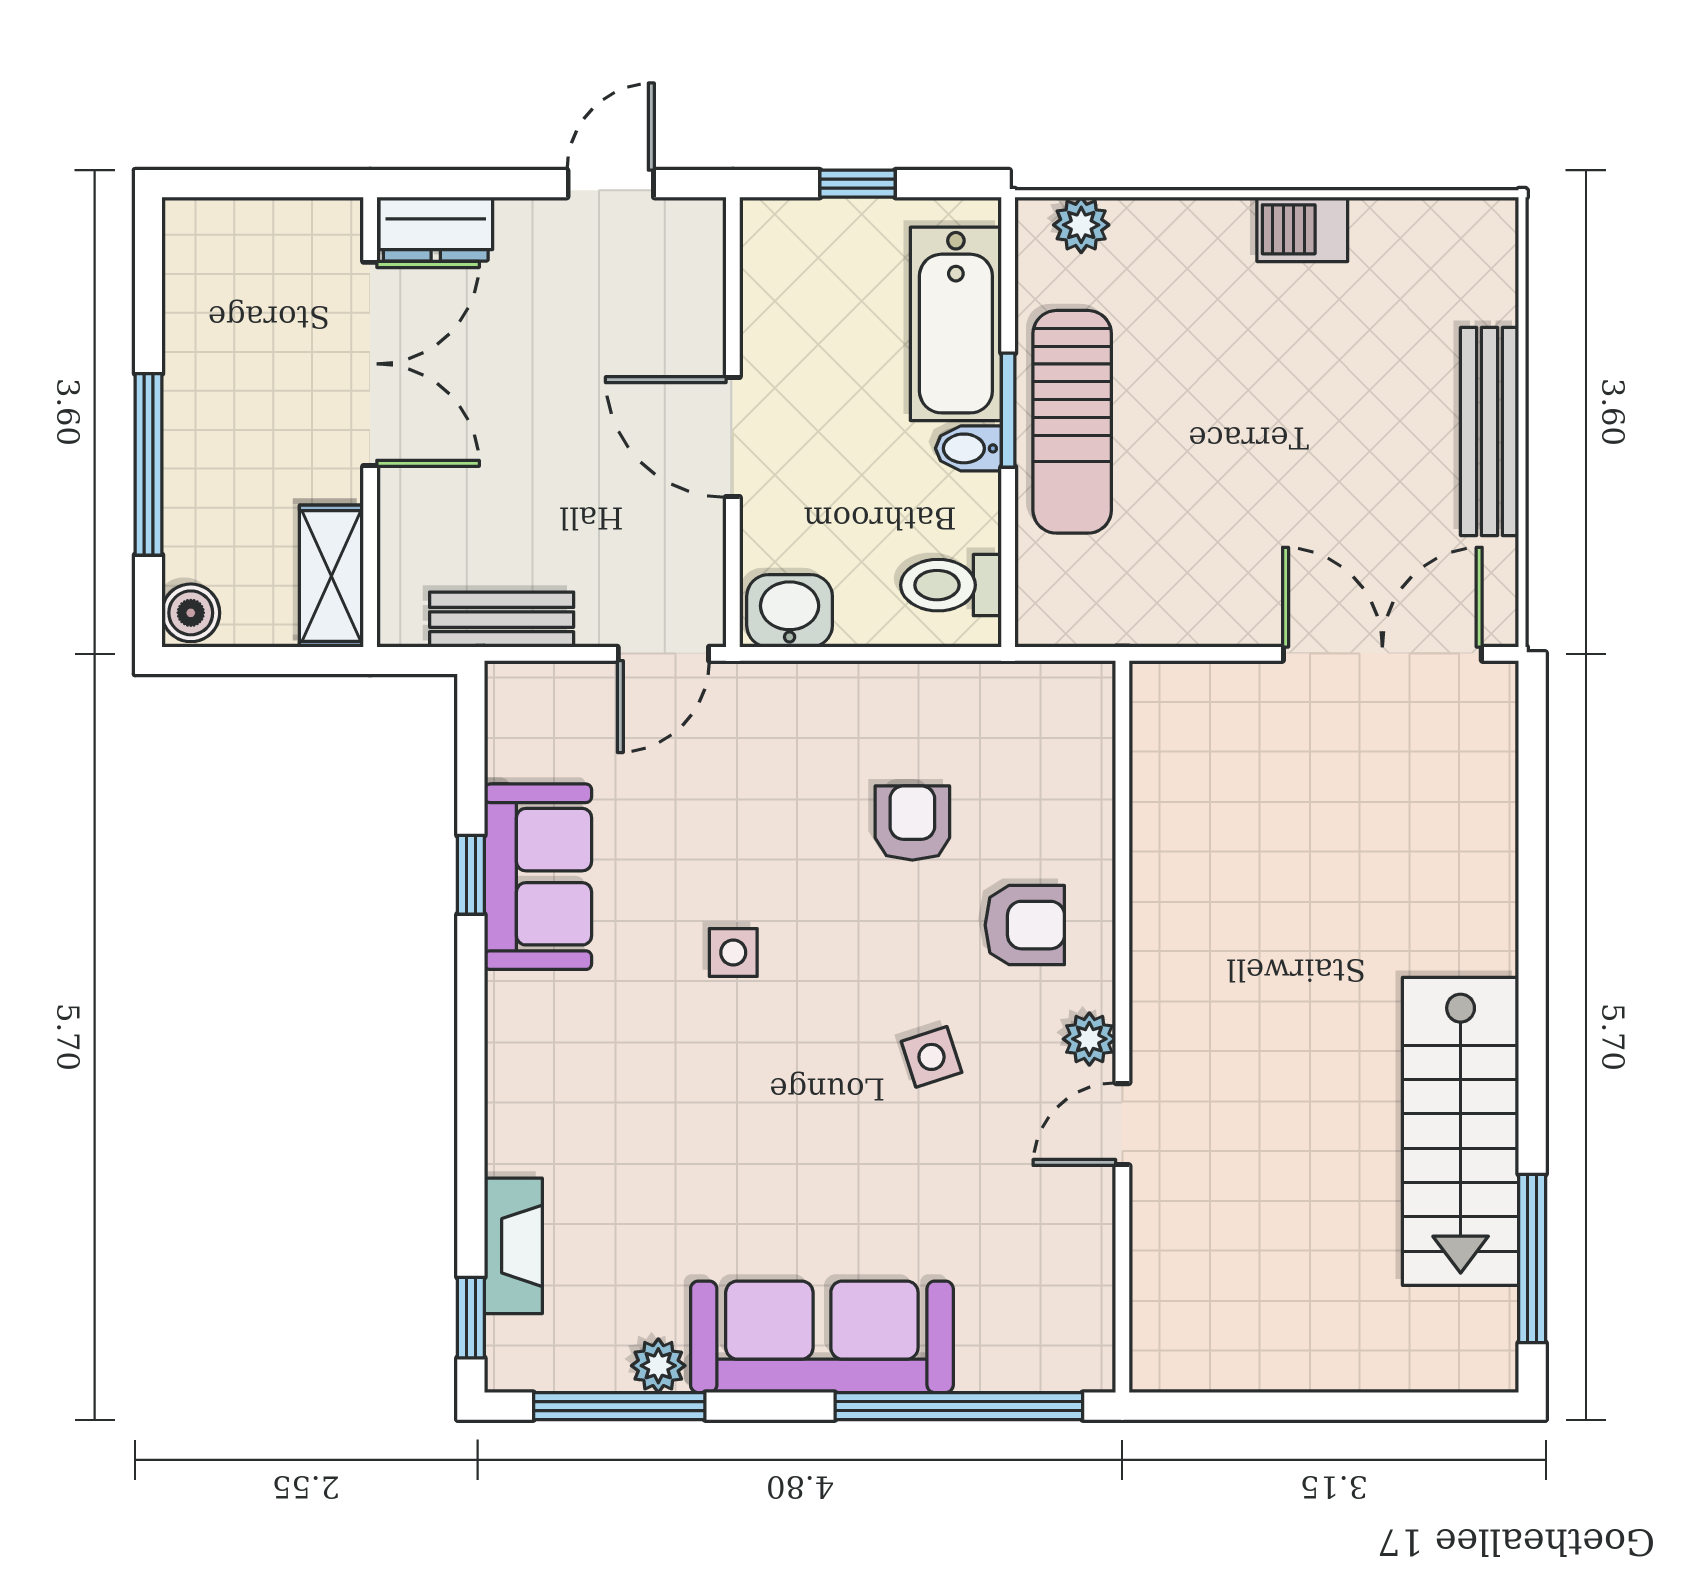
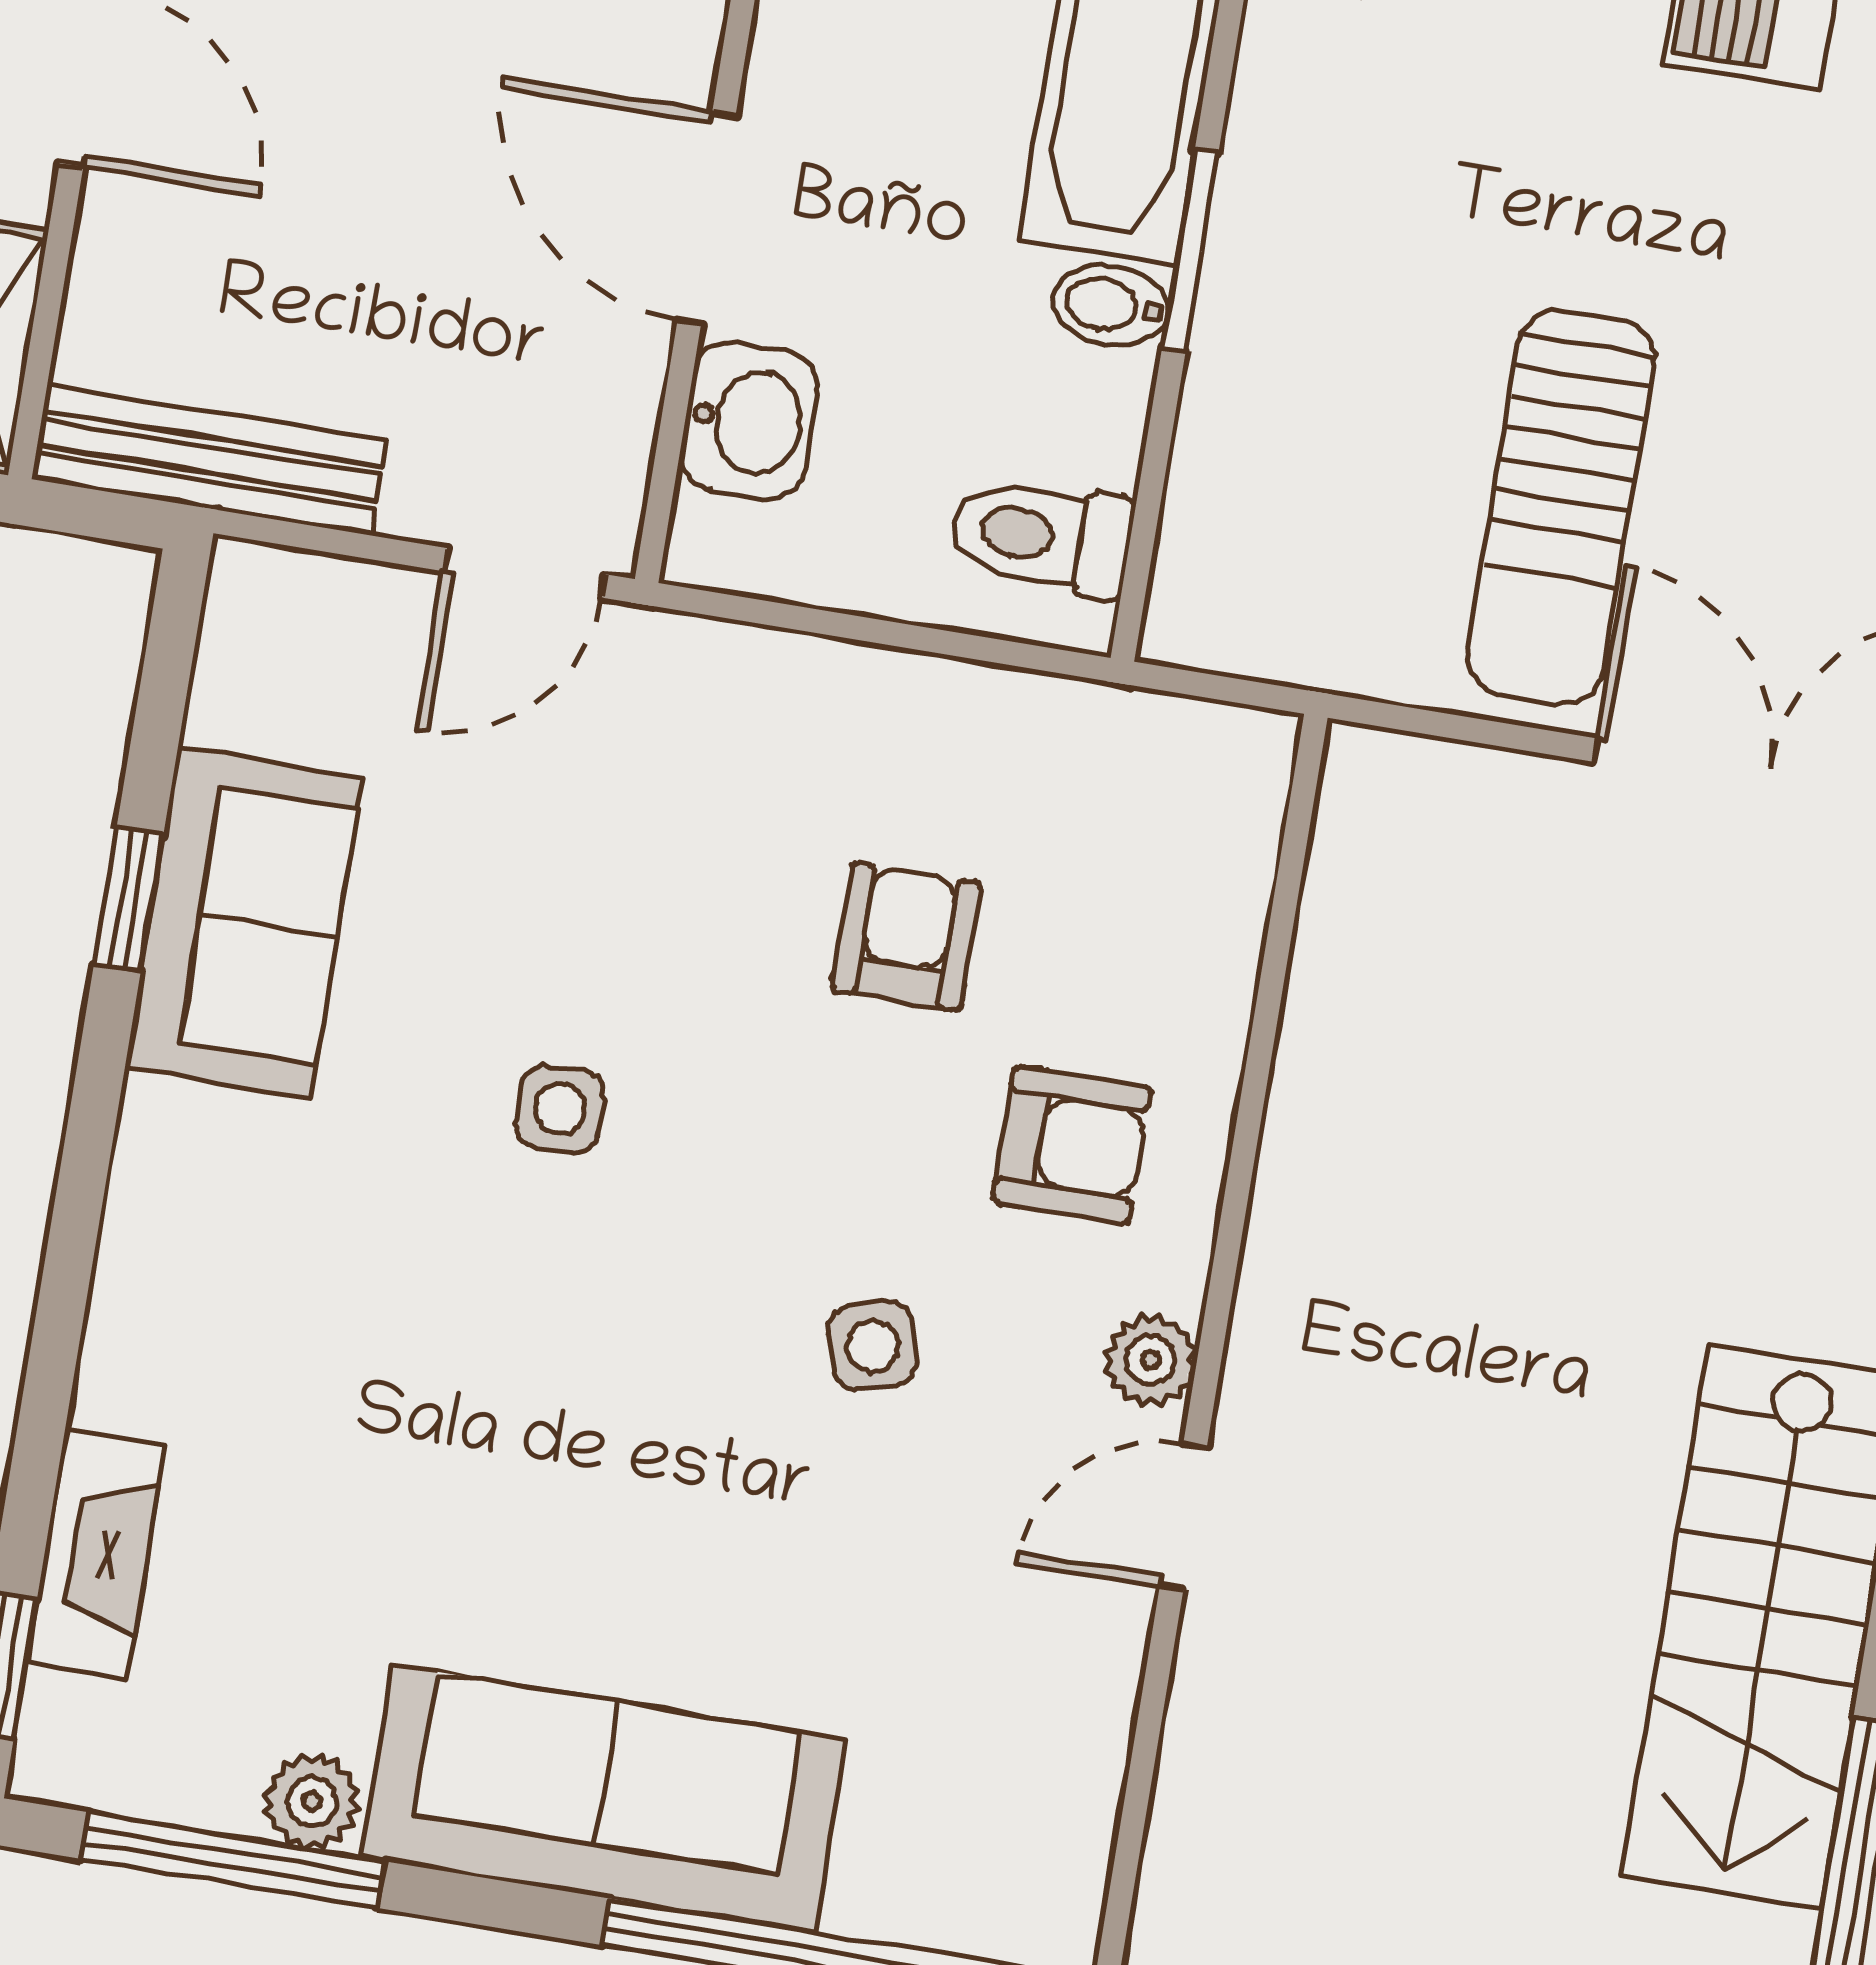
sun lounger: (1072, 422) -> (1561, 507), moved
washbasin: (790, 611) -> (749, 421), moved, turned 90
bench: (502, 620) -> (210, 460), width x1.36

